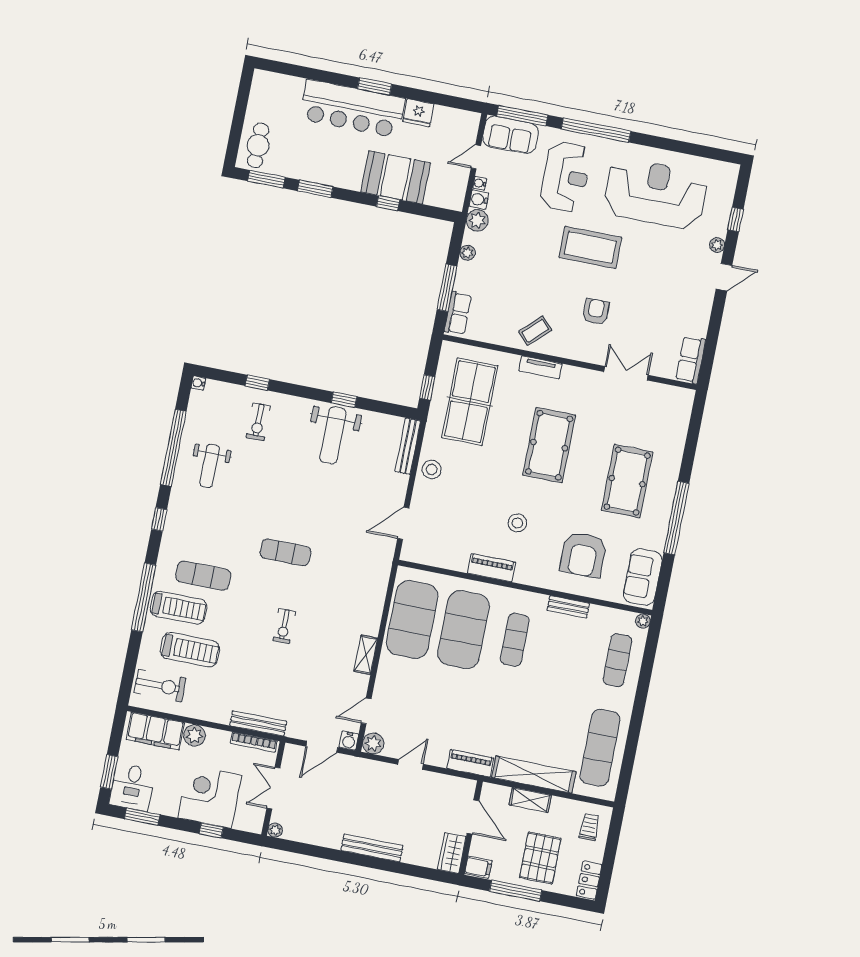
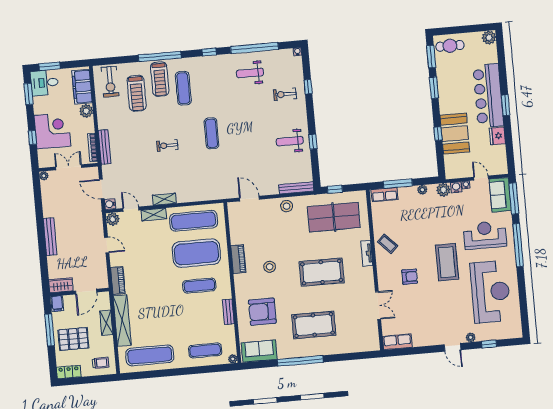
plant: (263, 81) -> (489, 38), added
reception desk: (566, 177) -> (485, 235), turned 180
weight bench: (333, 435) -> (290, 141), width x0.73, depth x0.75
exercise mat: (412, 619) -> (194, 221), width x0.68
shelving: (385, 678) -> (154, 214), added

